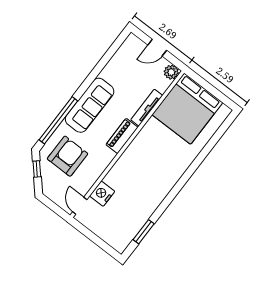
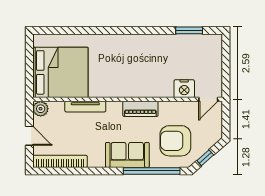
bookcase: (120, 56) -> (60, 161), added
sofa: (90, 105) -> (127, 155), width x0.73
piano: (122, 136) -> (140, 109), moved

